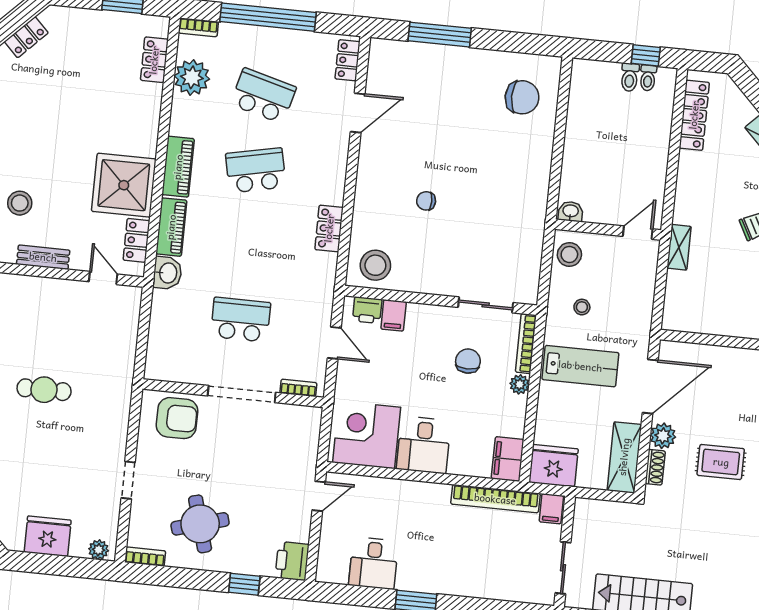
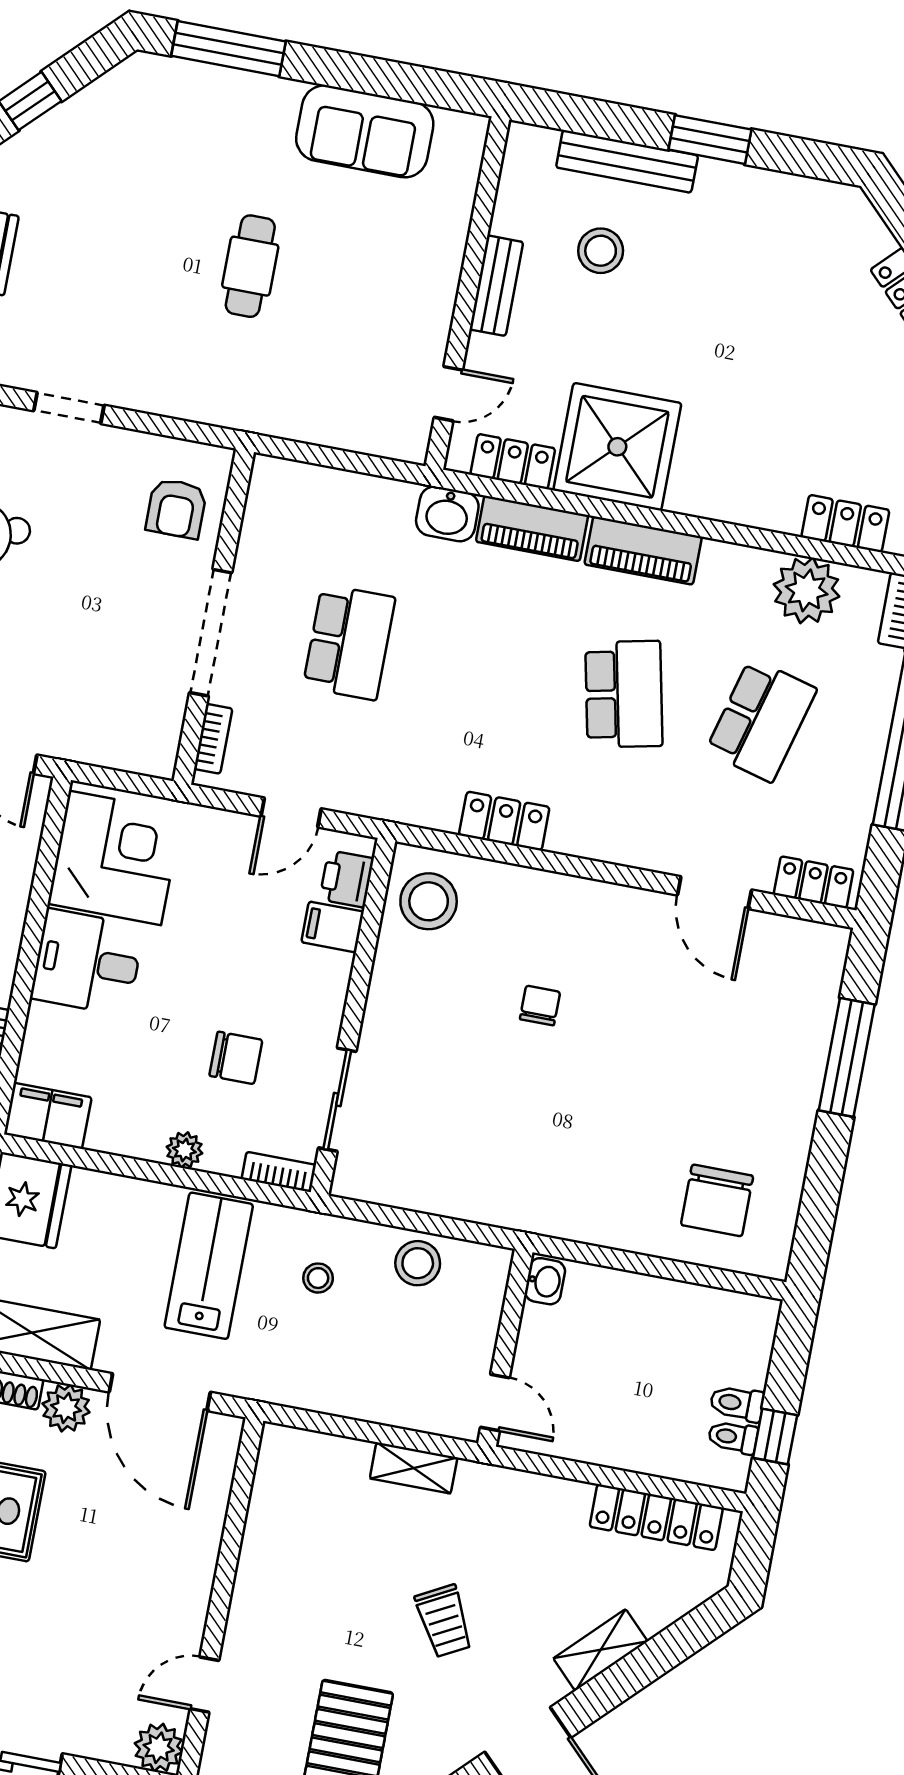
washbasin: (571, 211) -> (545, 1281), moved
wall: (608, 230) -> (505, 1348), moved
door: (638, 233) -> (495, 1403), moved
bookcase: (526, 344) -> (279, 1172), width x0.64
lab bench: (580, 366) -> (209, 1266), turned 180
armchair: (177, 418) -> (176, 509), width x0.72, depth x0.72

